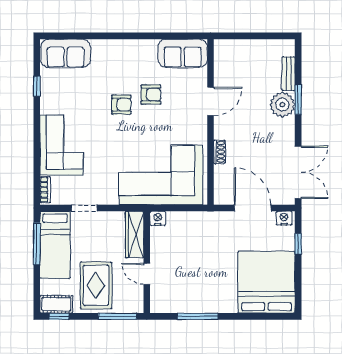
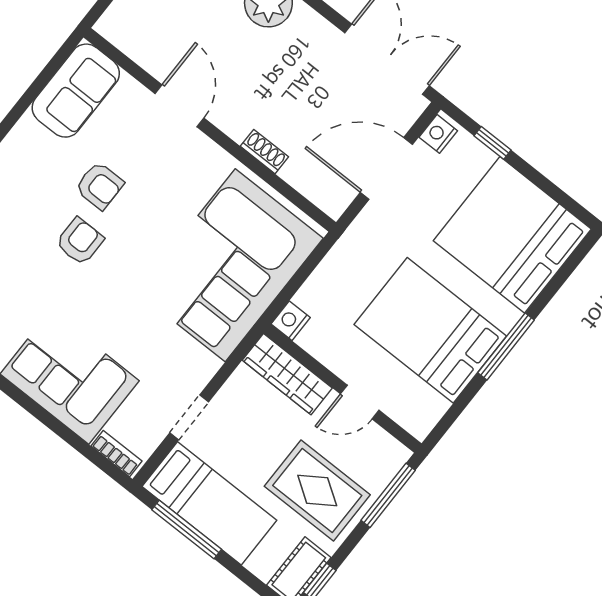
armchair: (151, 94) -> (100, 186), turned 90
bed: (200, 280) -> (430, 330), added
window: (198, 316) -> (506, 346), moved

